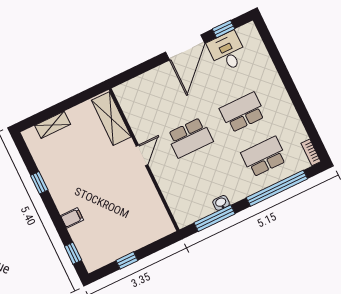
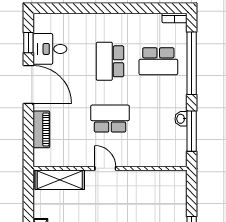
piano: (150, 79) -> (41, 129), added
school desk: (190, 138) -> (110, 119), turned -90
school desk: (264, 157) -> (158, 61), turned -90

